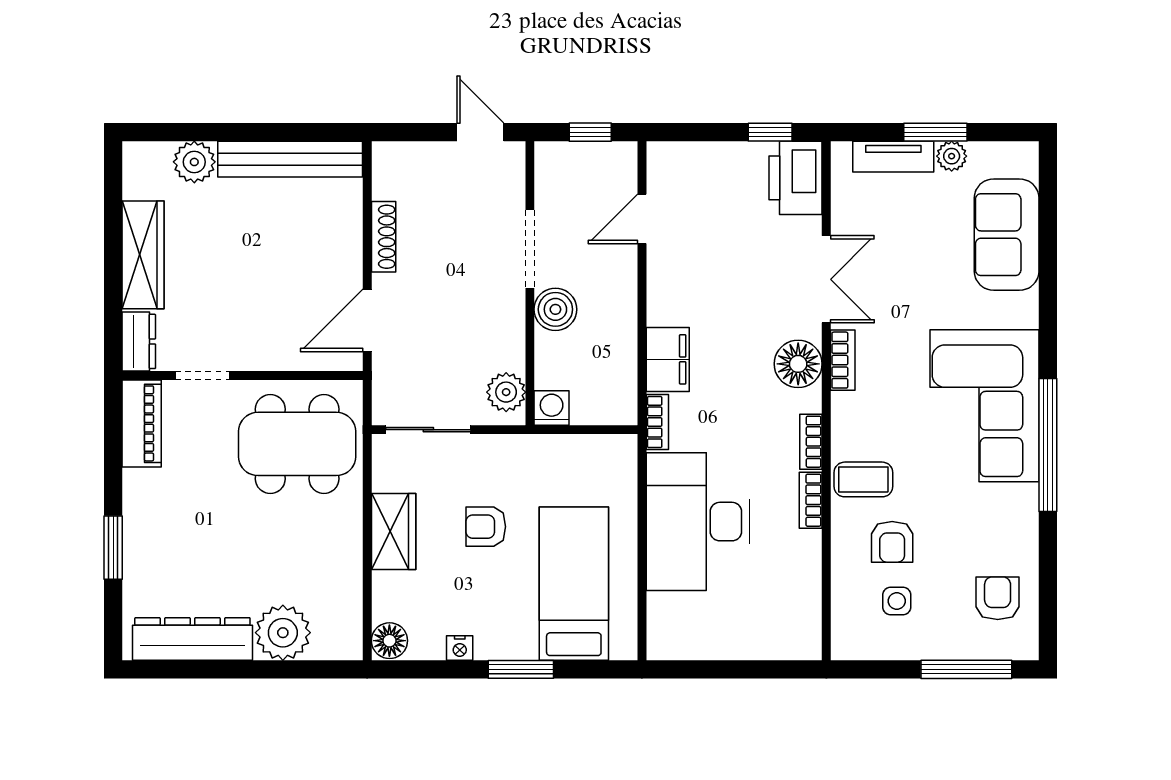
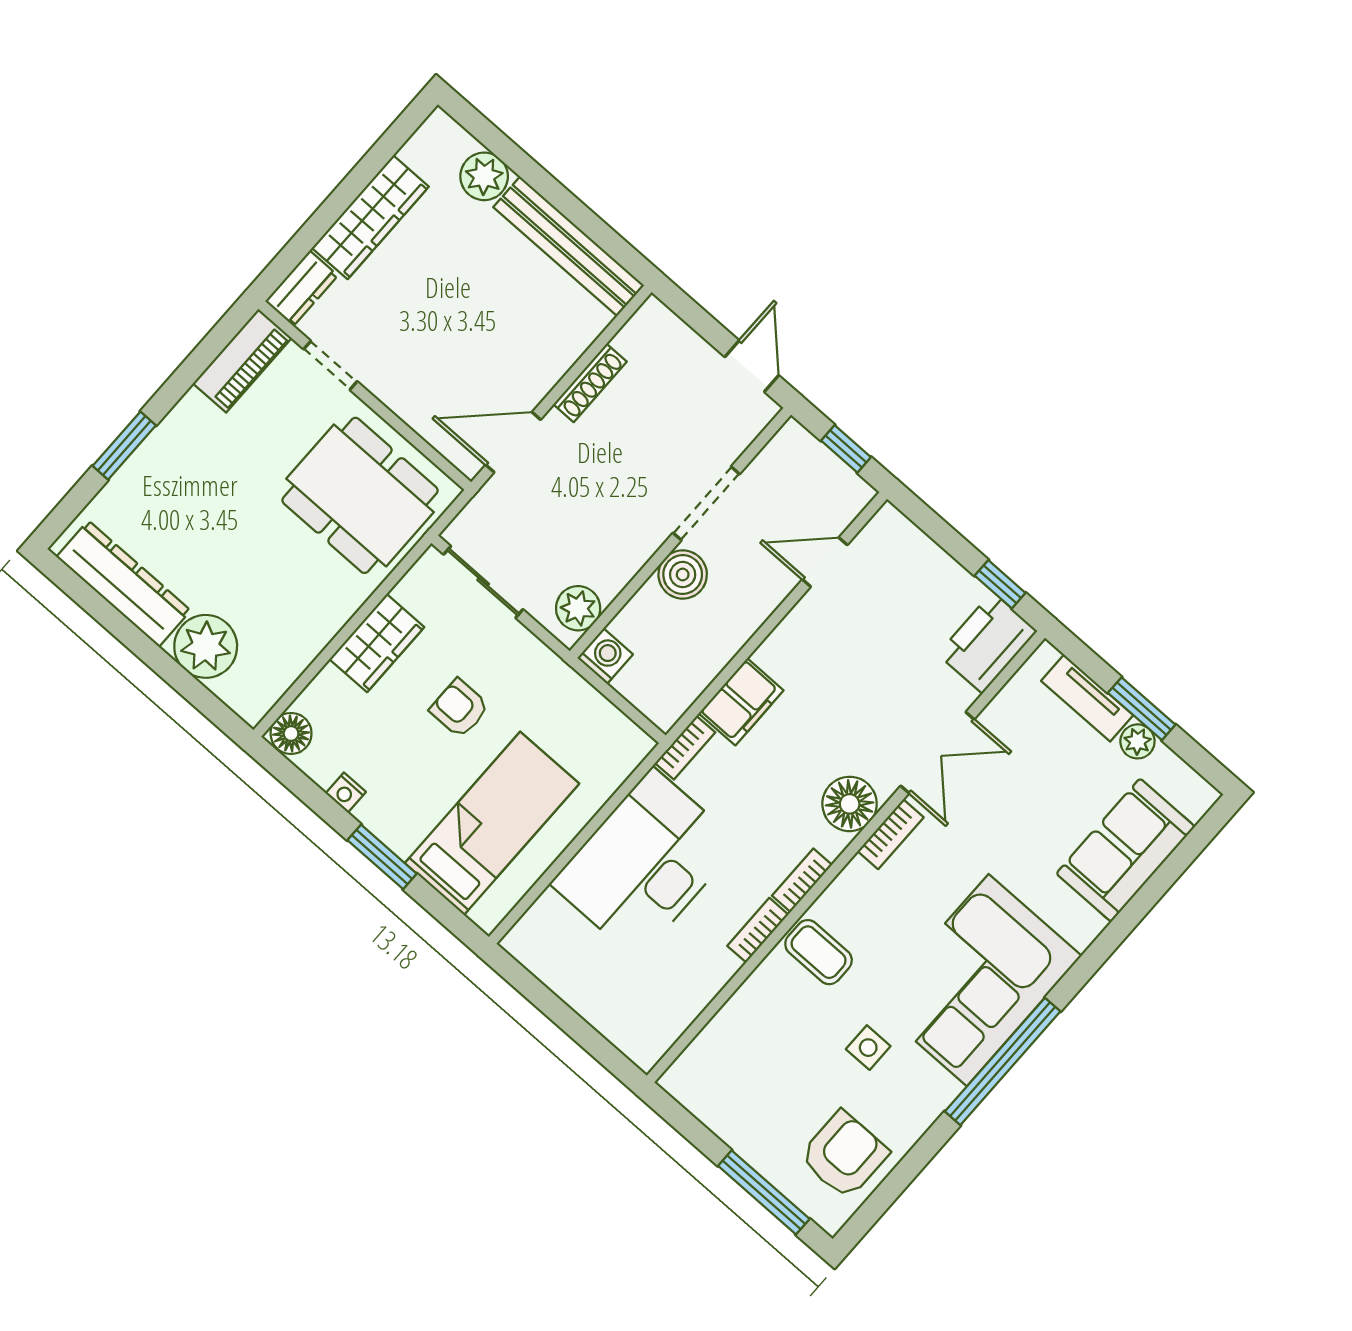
armchair: (892, 542) -> (796, 1027), removed
armchair: (998, 598) -> (844, 1155), width x1.38, depth x1.38
side table: (897, 601) -> (868, 1048), moved

